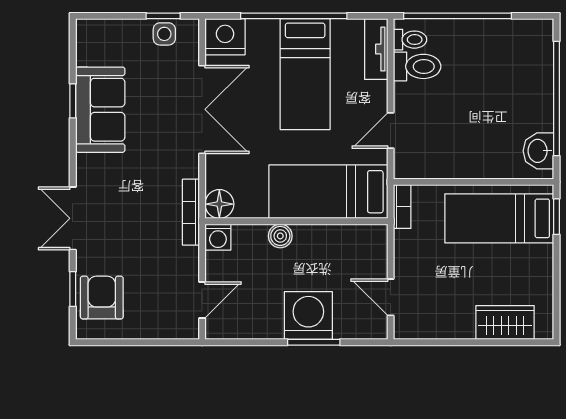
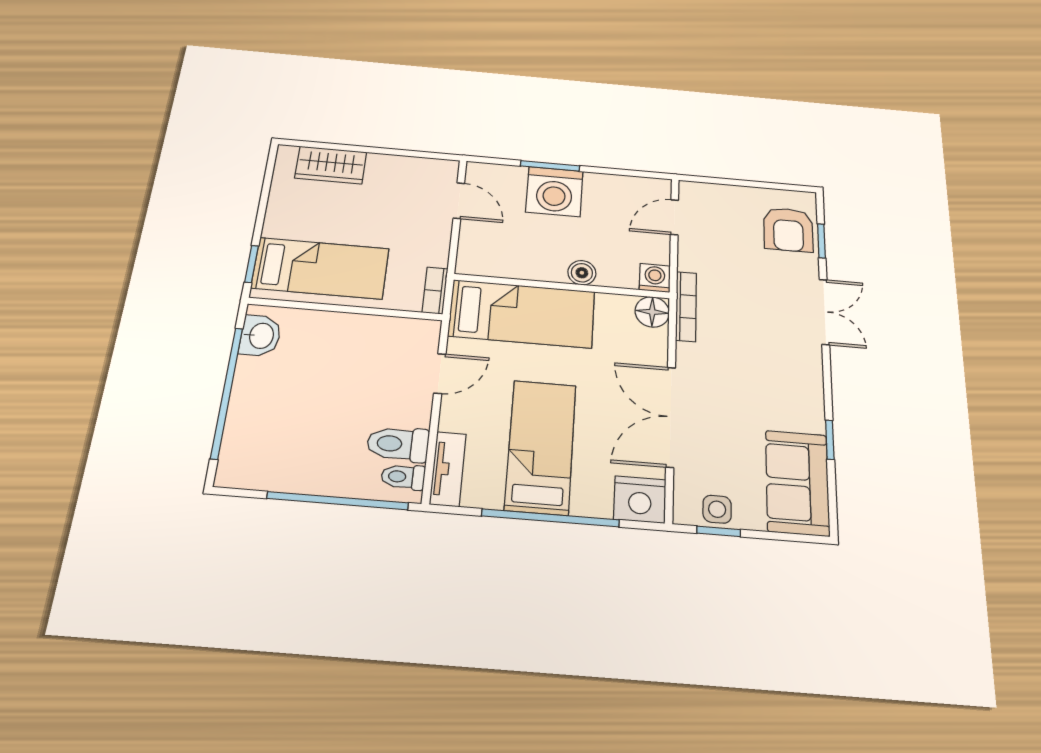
sofa: (100, 110) -> (797, 483), moved

